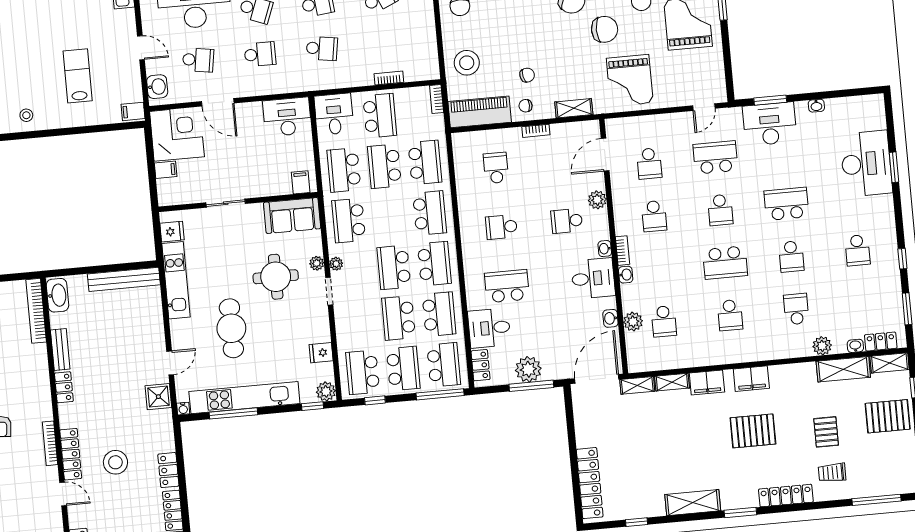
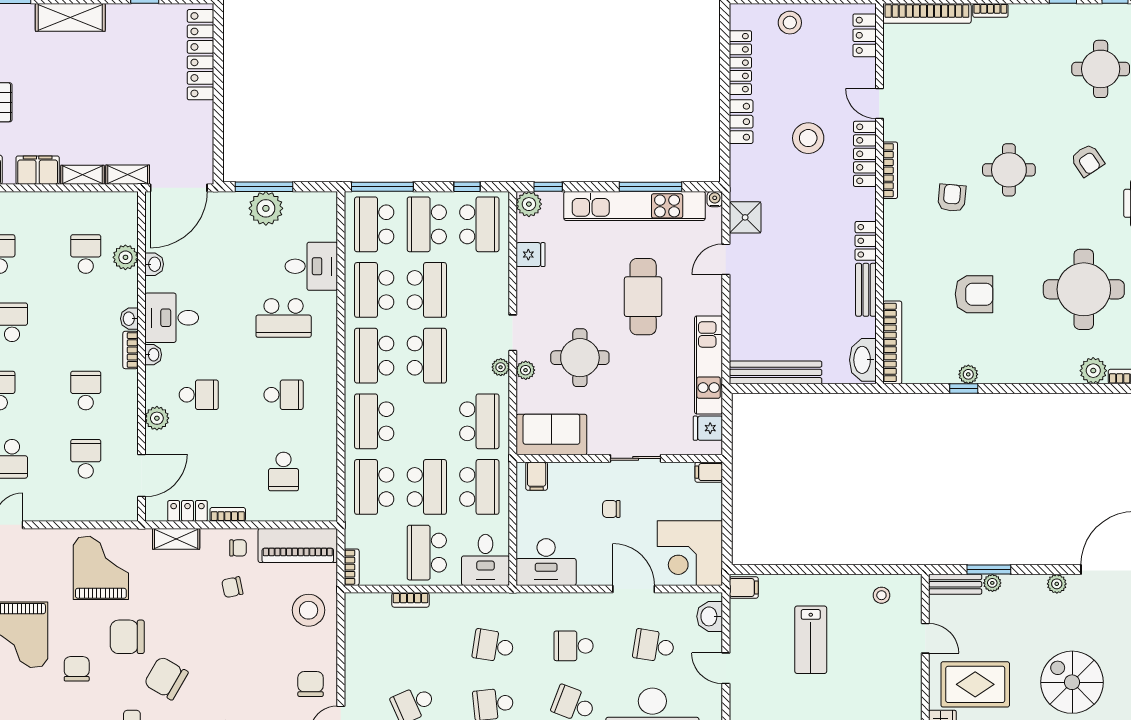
chair: (241, 162) -> (611, 509), added
filing cabinet: (166, 170) -> (709, 472), moved
locker: (480, 365) -> (187, 511), moved, turned 90

